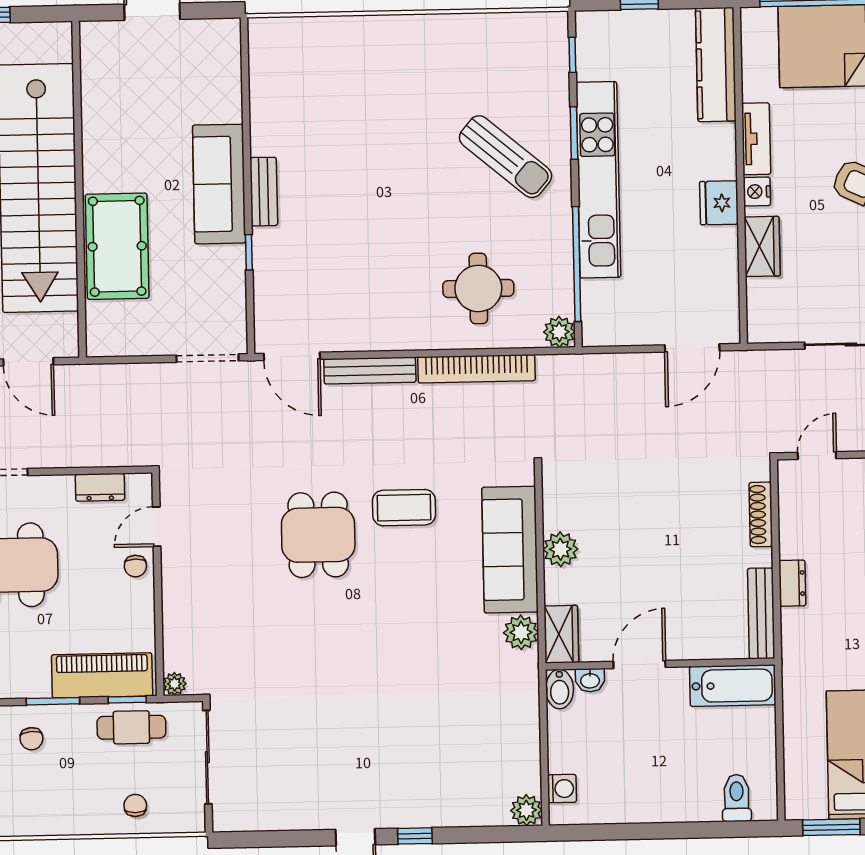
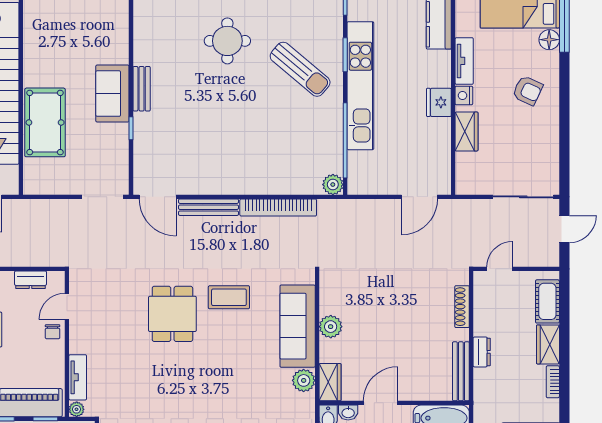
sofa: (219, 184) -> (112, 94), width x0.73
round table: (478, 288) -> (227, 41), moved
tv unit: (175, 635) -> (78, 377), added

